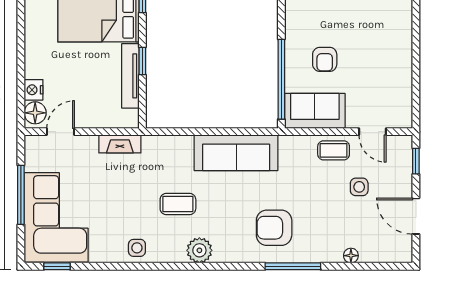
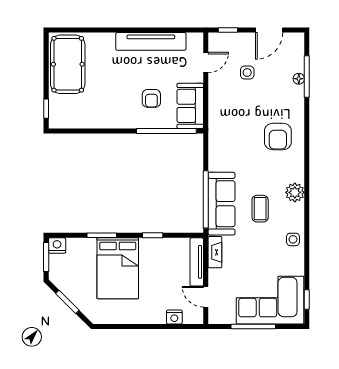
armchair: (325, 59) -> (151, 98), turned 90
tv unit: (401, 59) -> (151, 41), added
tv unit: (130, 76) -> (197, 262), moved, turned 90
floor lamp: (35, 113) -> (192, 316), removed
window: (190, 132) -> (206, 199), added
coffee table: (334, 150) -> (220, 92), removed
sofa: (236, 153) -> (222, 204), moved
window: (293, 266) -> (307, 77), moved

